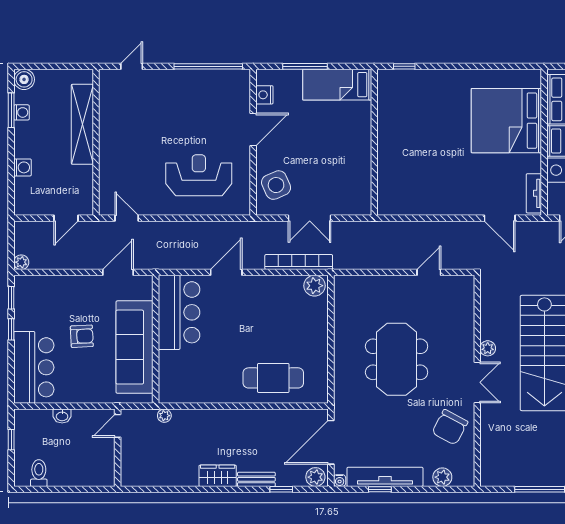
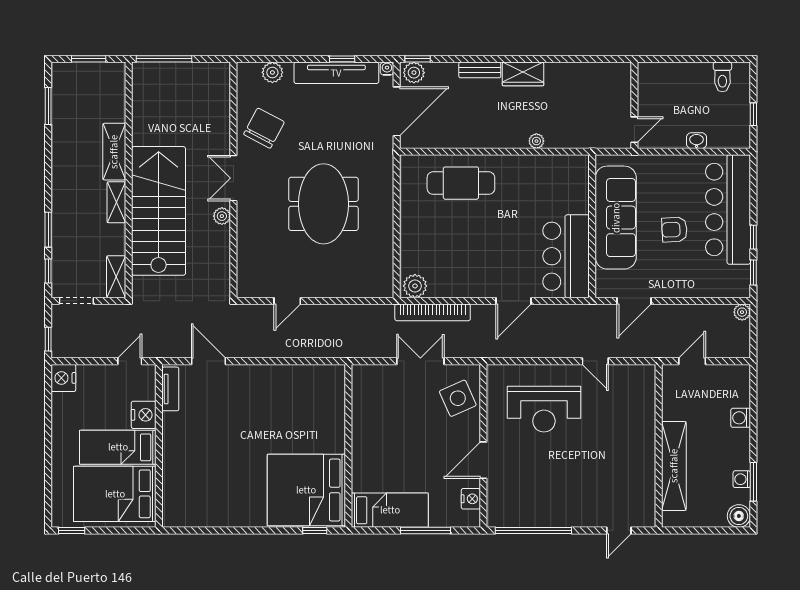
bed: (506, 121) -> (306, 490), moved, turned 180
door: (127, 218) -> (595, 361), moved
bar counter: (34, 367) -> (728, 209), width x1.36
plant: (164, 416) -> (536, 141), moved
window: (281, 489) -> (418, 59), moved

